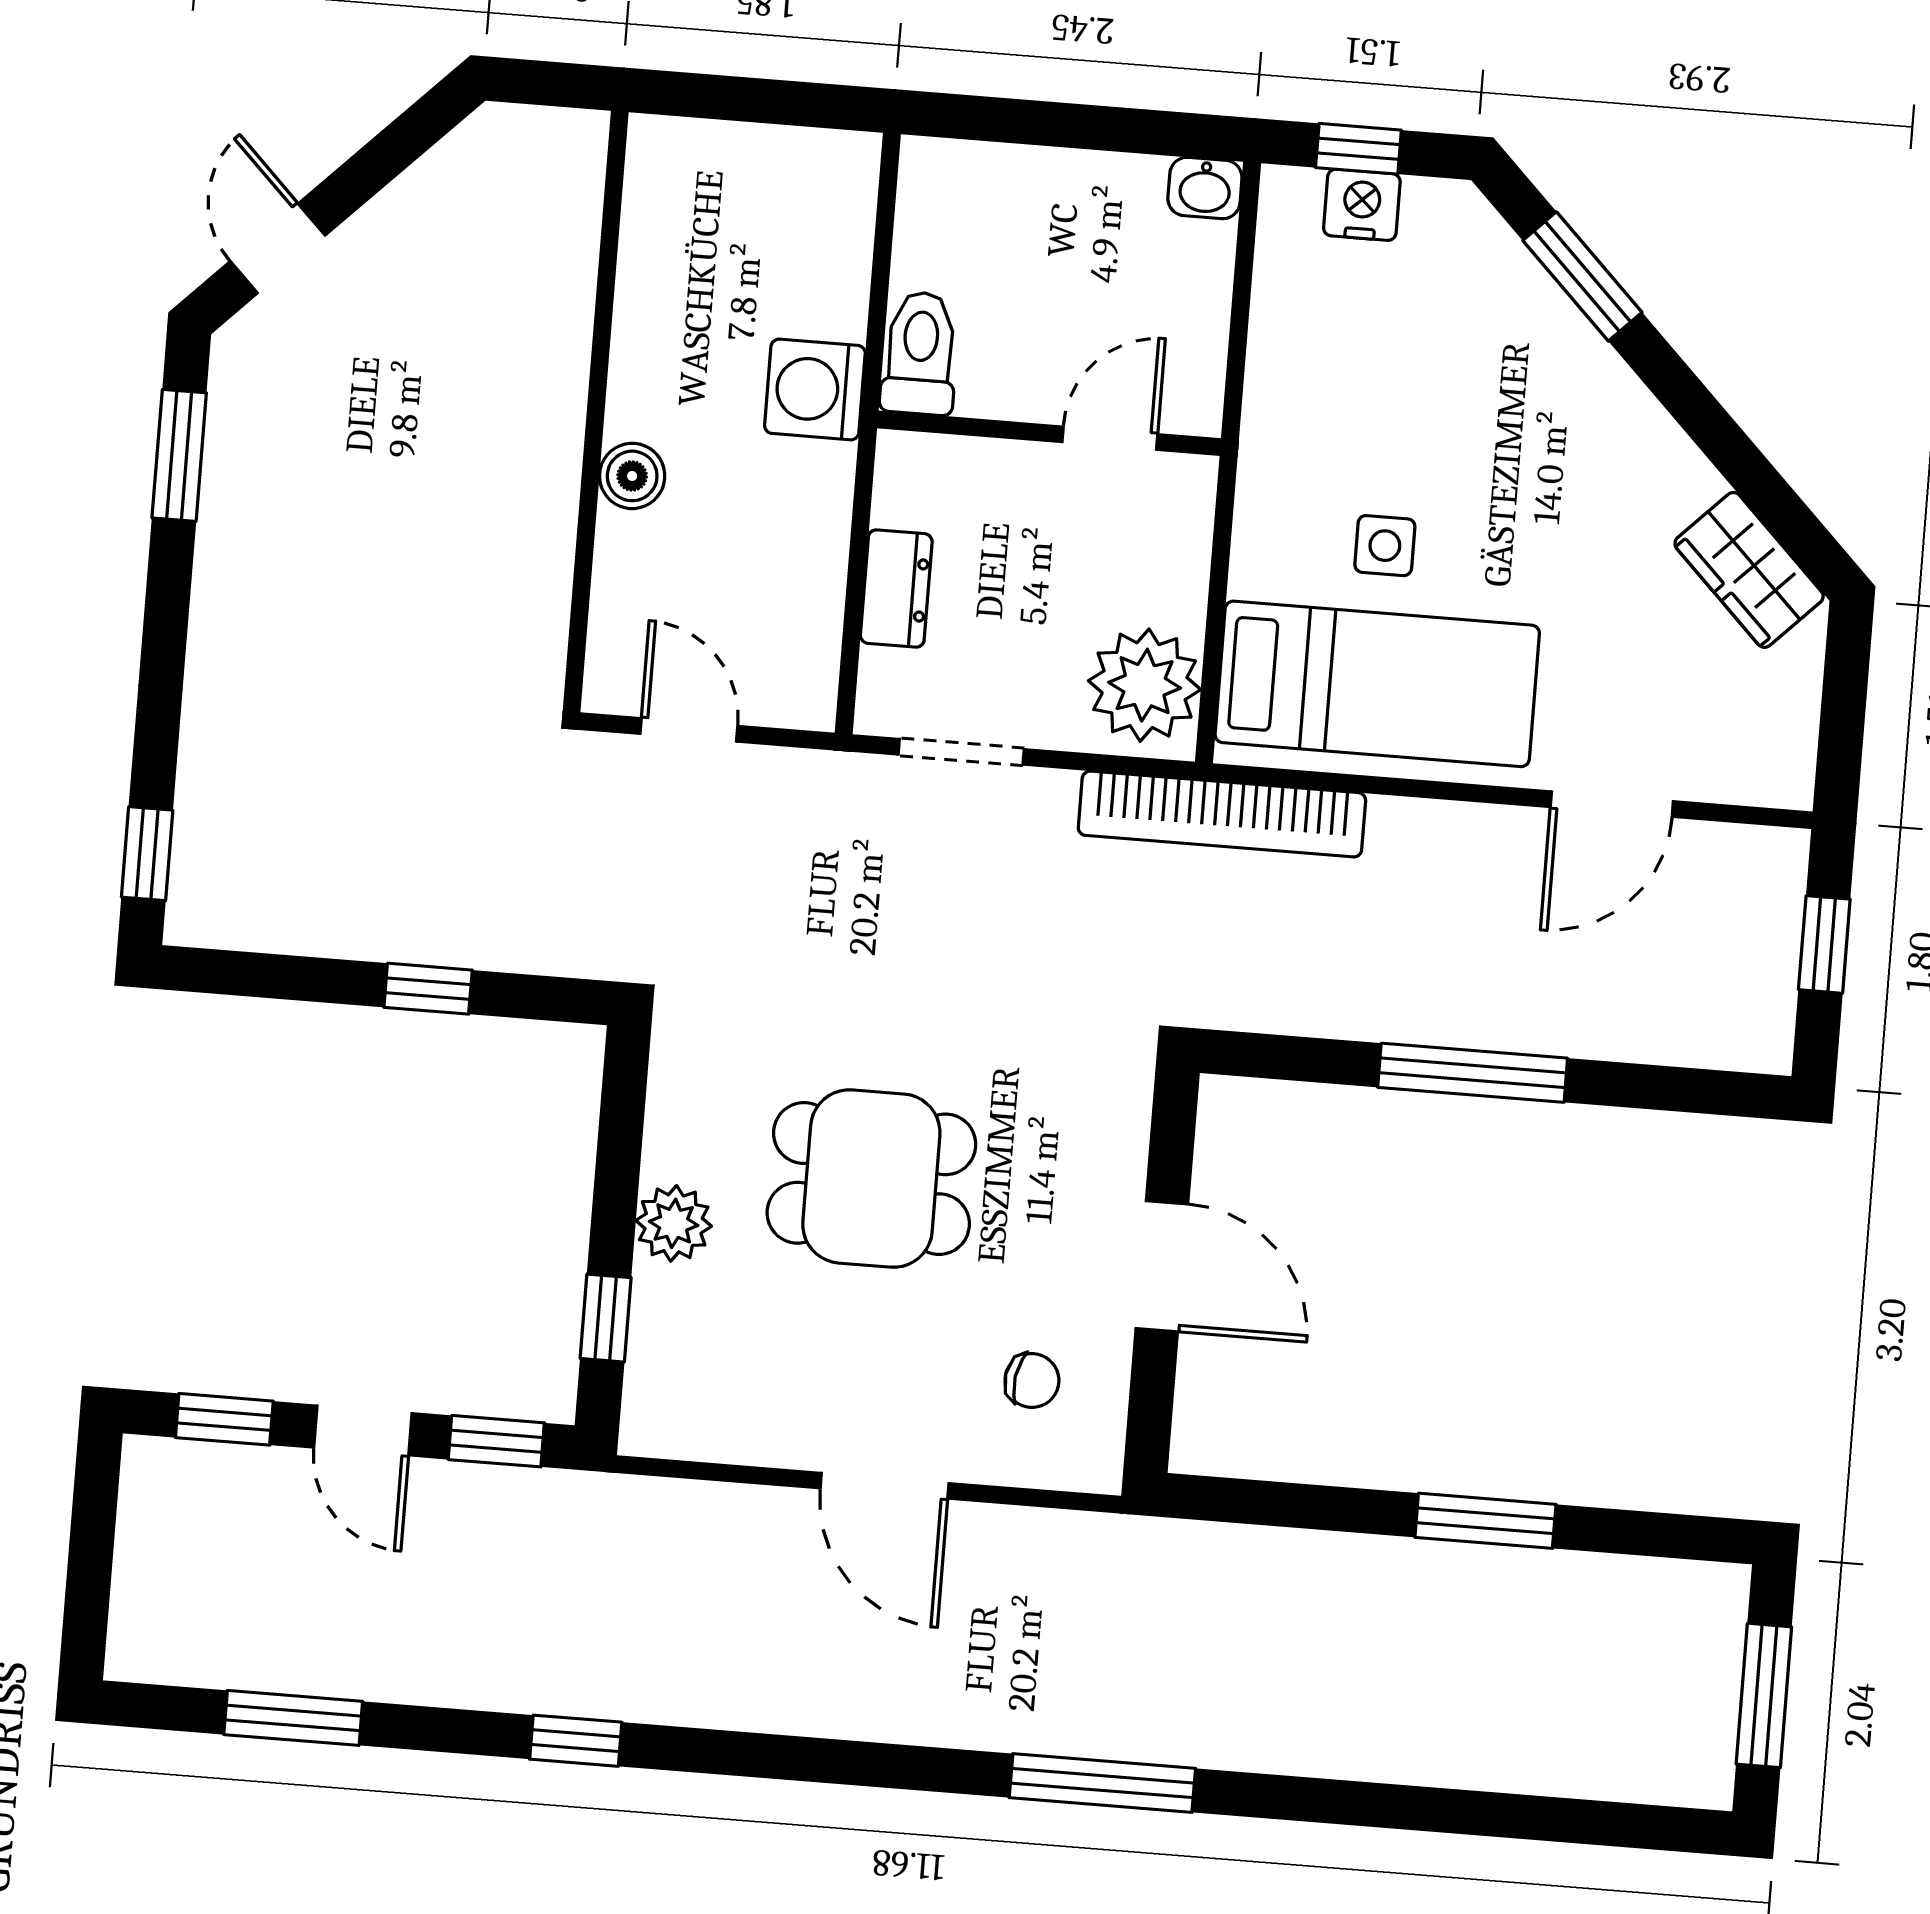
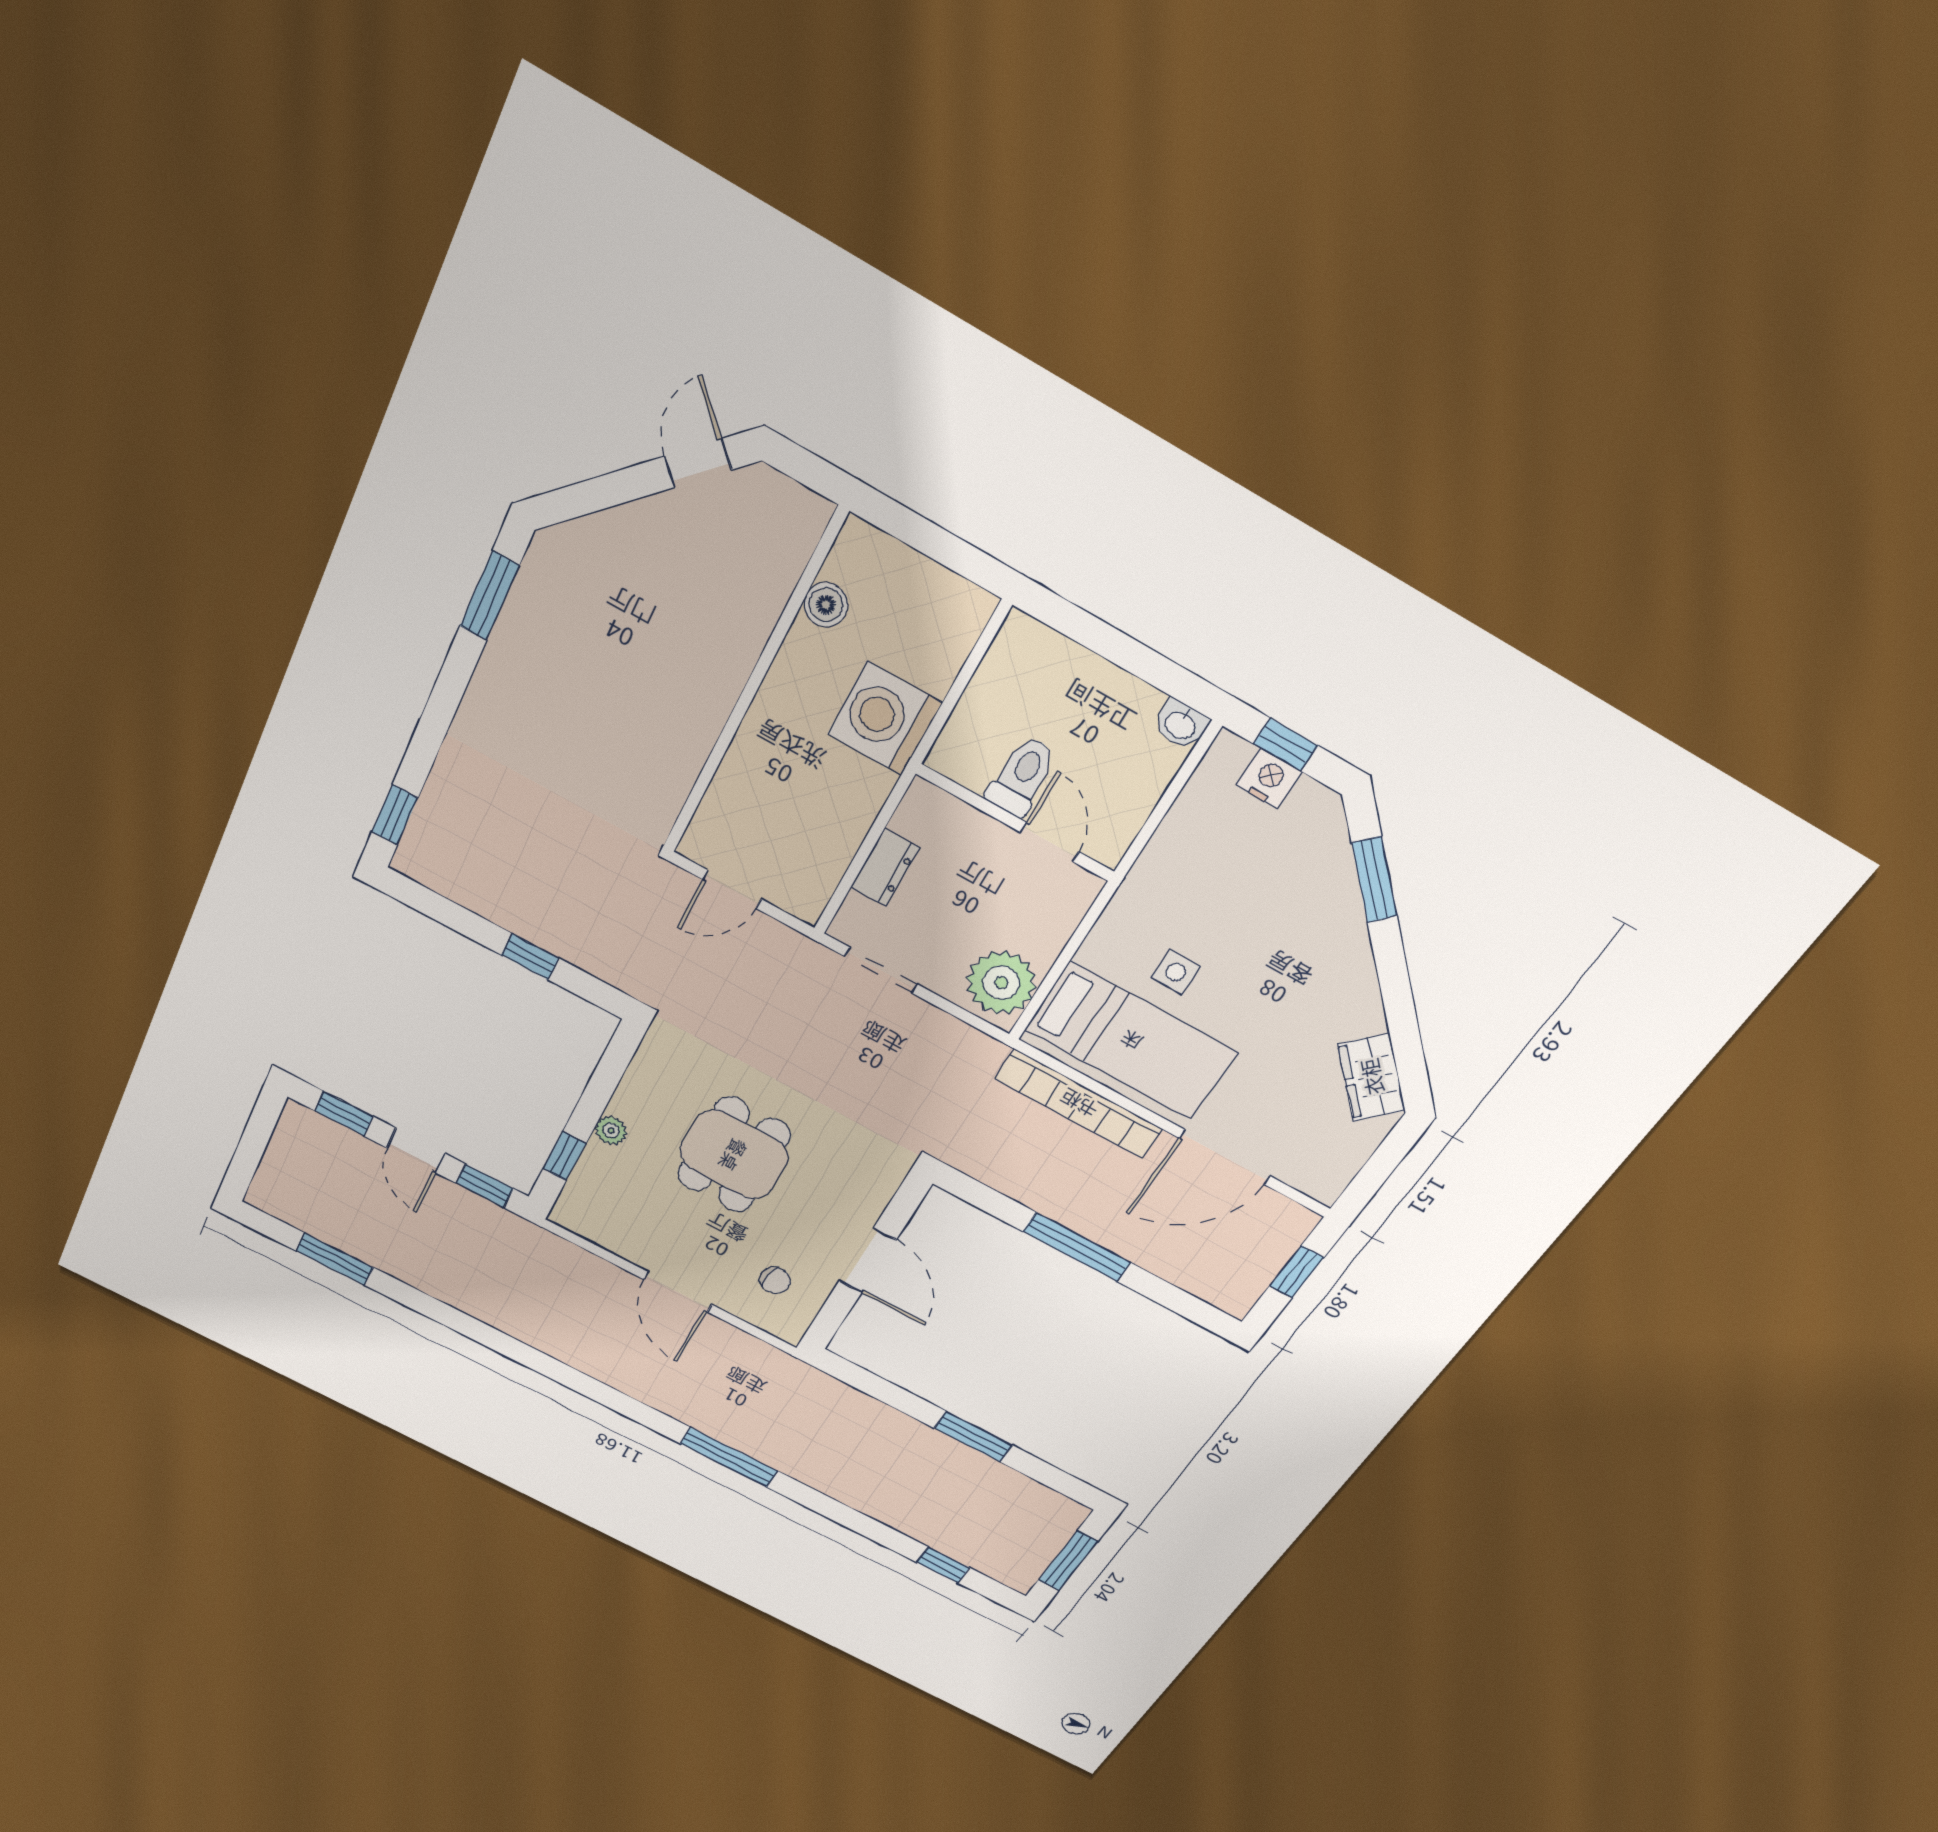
door: (278, 248) -> (698, 463), moved
toilet: (920, 353) -> (1022, 776), moved
washing machine: (815, 389) -> (885, 719), width x1.37, depth x1.37
door: (1110, 438) -> (1050, 842), hinge flipped
boiler: (632, 476) -> (826, 605), moved
door: (689, 730) -> (732, 889), swing flipped
door: (1612, 804) -> (1225, 1157), width x1.36
bookcase: (1222, 814) -> (1079, 1104), moved
dining table: (871, 1179) -> (734, 1155), turned 90
plant: (674, 1223) -> (611, 1131), width x0.73, depth x0.73
window: (576, 1741) -> (943, 1565), moved

